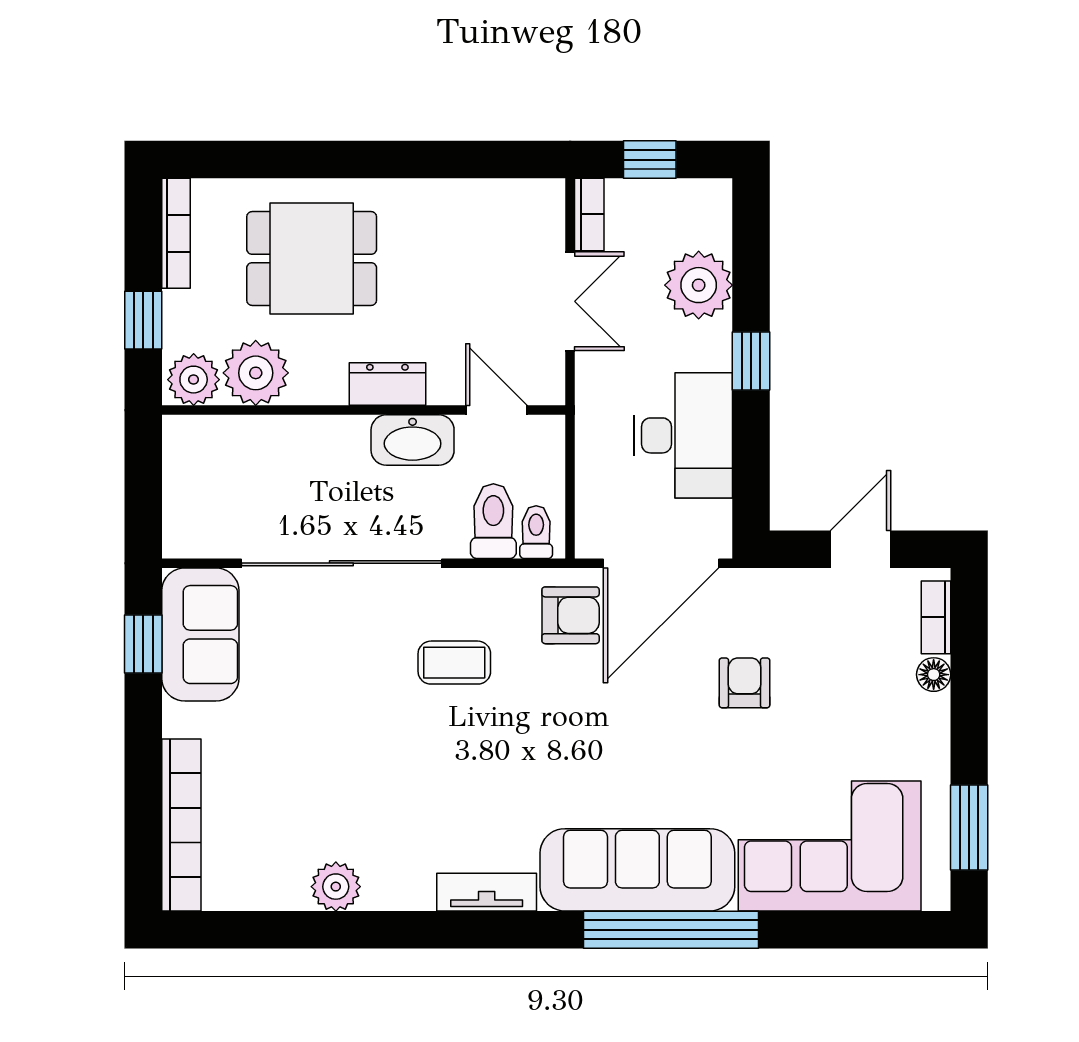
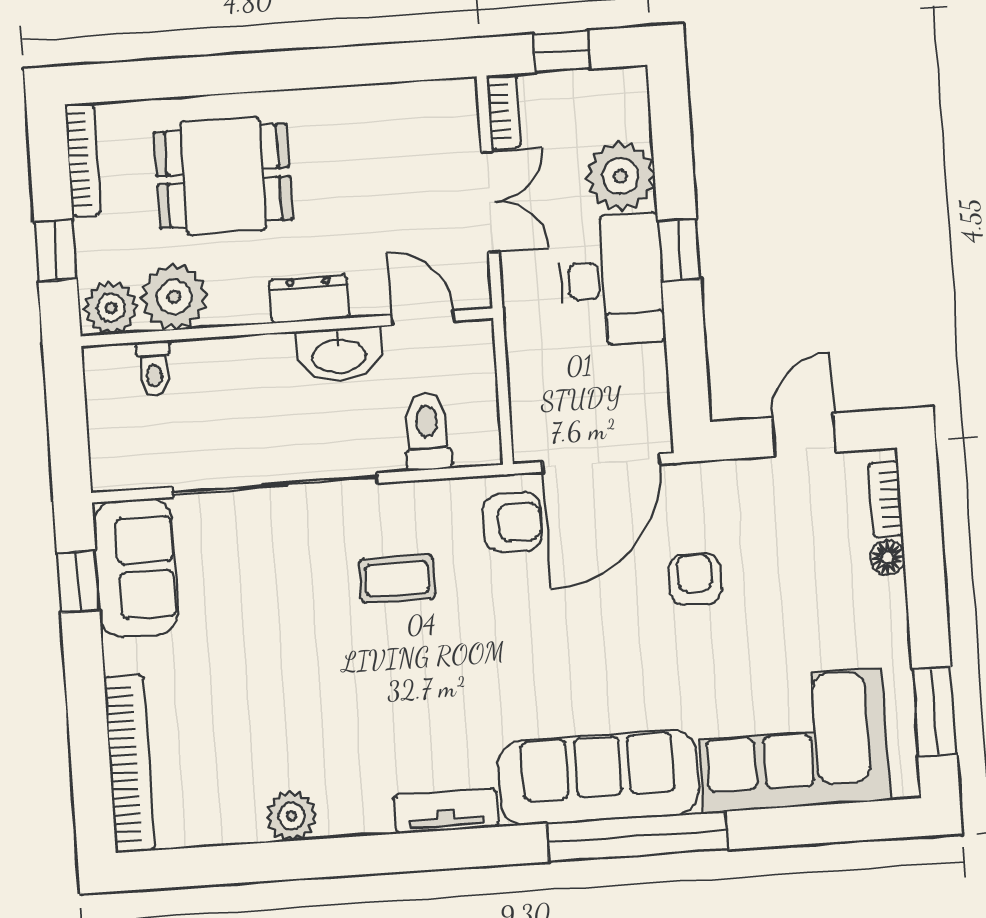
desk: (683, 435) -> (611, 280), moved
toilet: (536, 532) -> (154, 368), moved, turned 180

